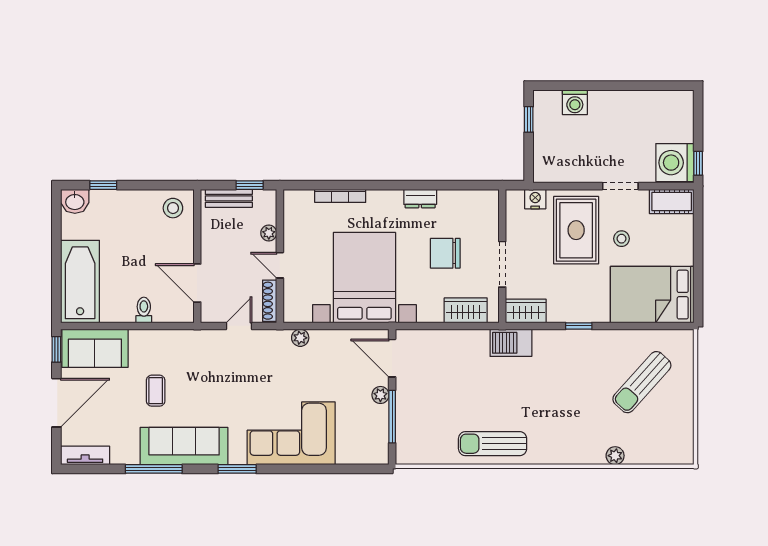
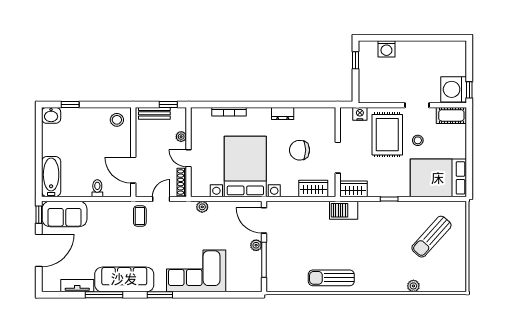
bathtub: (80, 282) -> (51, 177), width x0.73, depth x0.73
coffee table: (156, 391) -> (140, 216), moved
tv unit: (85, 455) -> (77, 286), moved

